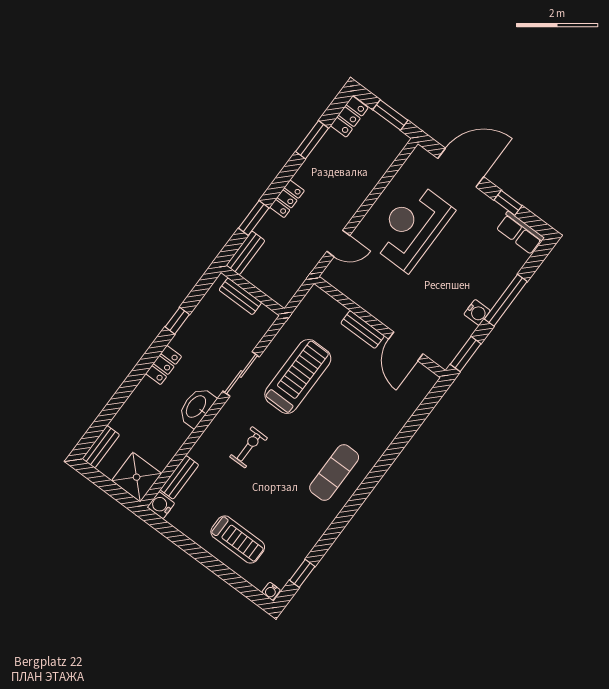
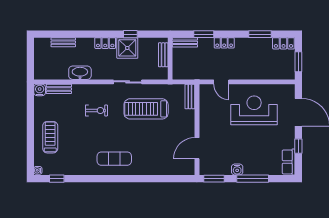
bench: (363, 330) -> (190, 97), moved
treadmill: (298, 376) -> (146, 109), turned 180
washbasin: (197, 407) -> (80, 73), moved
bench: (101, 447) -> (63, 42), moved
shower: (137, 477) -> (127, 48), moved
treadmill: (238, 540) -> (50, 137), turned 180

